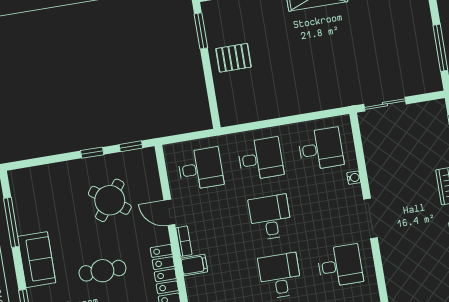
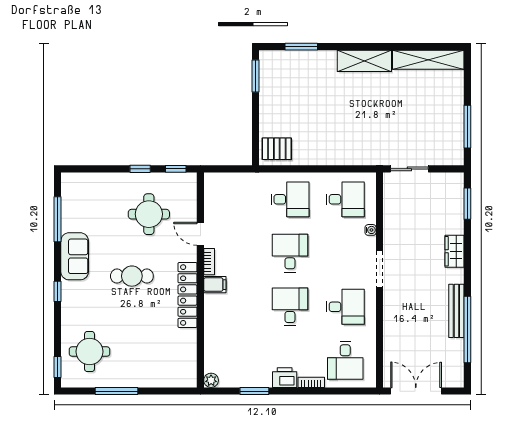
pallet: (233, 58) -> (277, 149), moved
desk: (200, 169) -> (235, 199), removed
round table: (110, 200) -> (149, 214), turned -37

